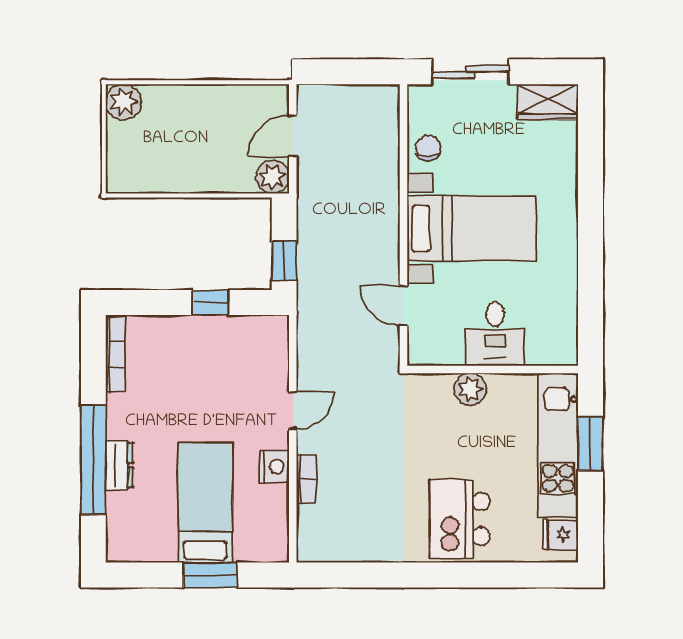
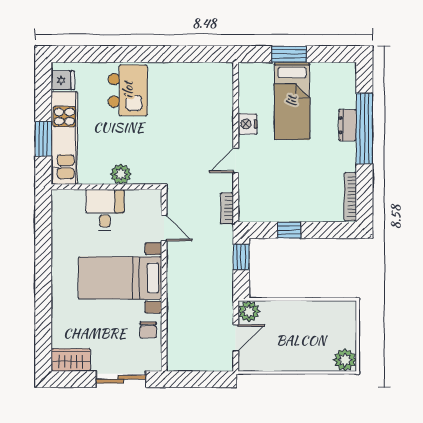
bookcase: (306, 479) -> (227, 208), moved

